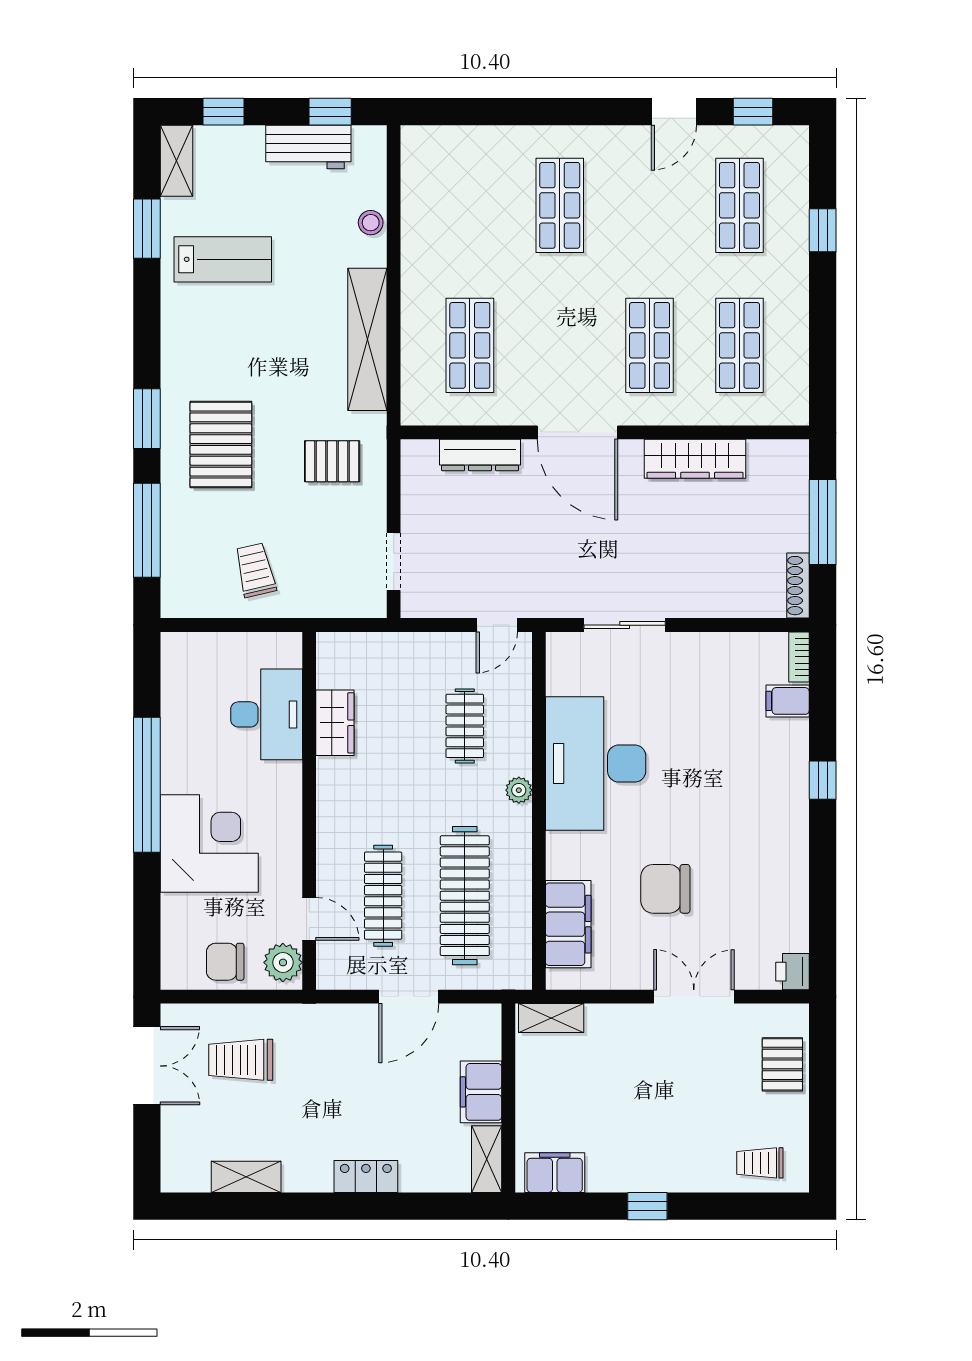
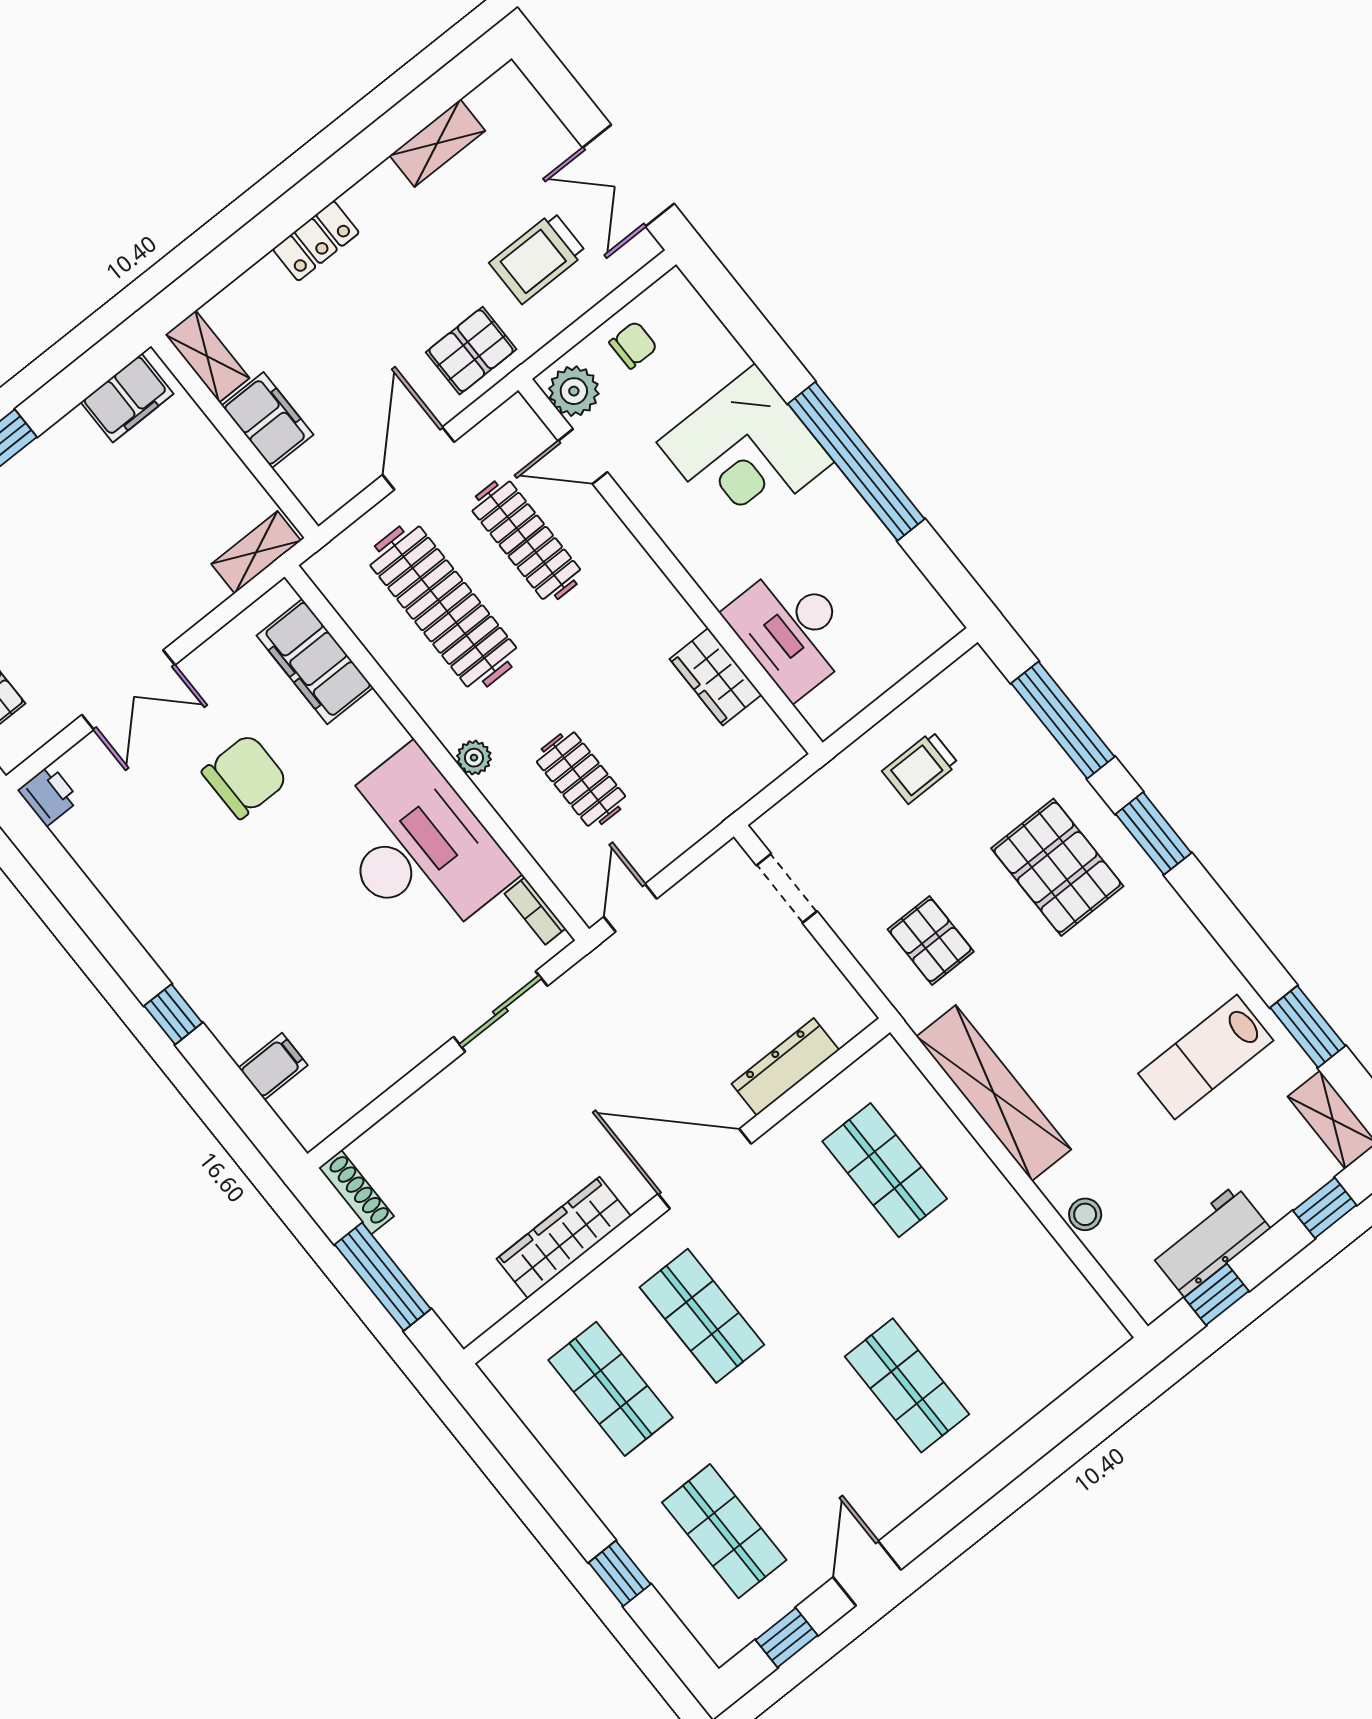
pallet: (332, 461) -> (931, 940), turned 90
trolley: (255, 570) -> (920, 767), turned 103
bookcase: (799, 657) -> (535, 911), moved, turned 180
chair: (225, 962) -> (633, 345), width x0.73, depth x0.73
pallet: (325, 1036) -> (471, 351), added
trolley: (241, 1060) -> (538, 258), turned 180

